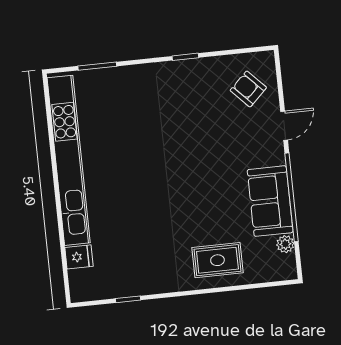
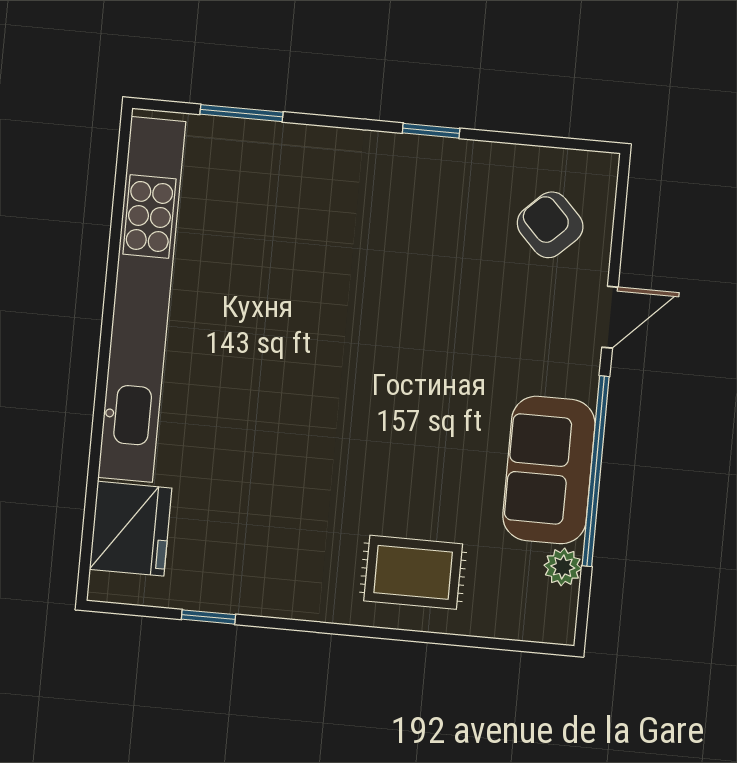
fridge: (79, 257) -> (131, 529), width x1.88, depth x1.34

